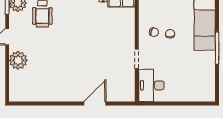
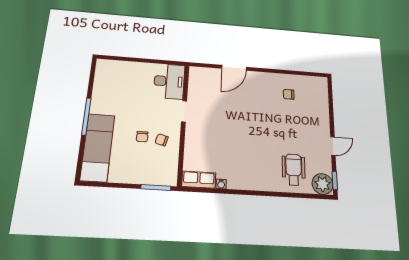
plant: (18, 60) -> (319, 119), removed
chair: (45, 82) -> (289, 94), added

